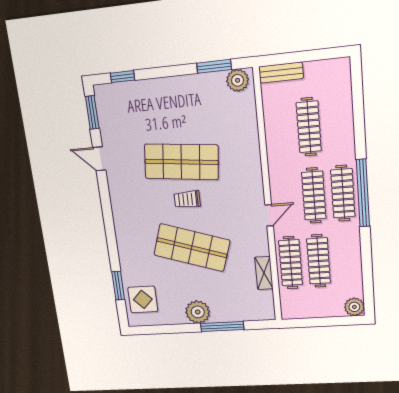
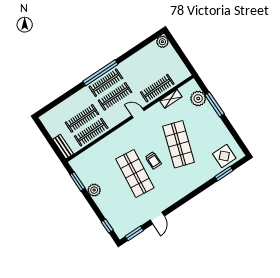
plant: (238, 80) -> (94, 190), moved
clothes rail: (319, 261) -> (91, 132), moved
plant: (198, 312) -> (198, 99), moved

